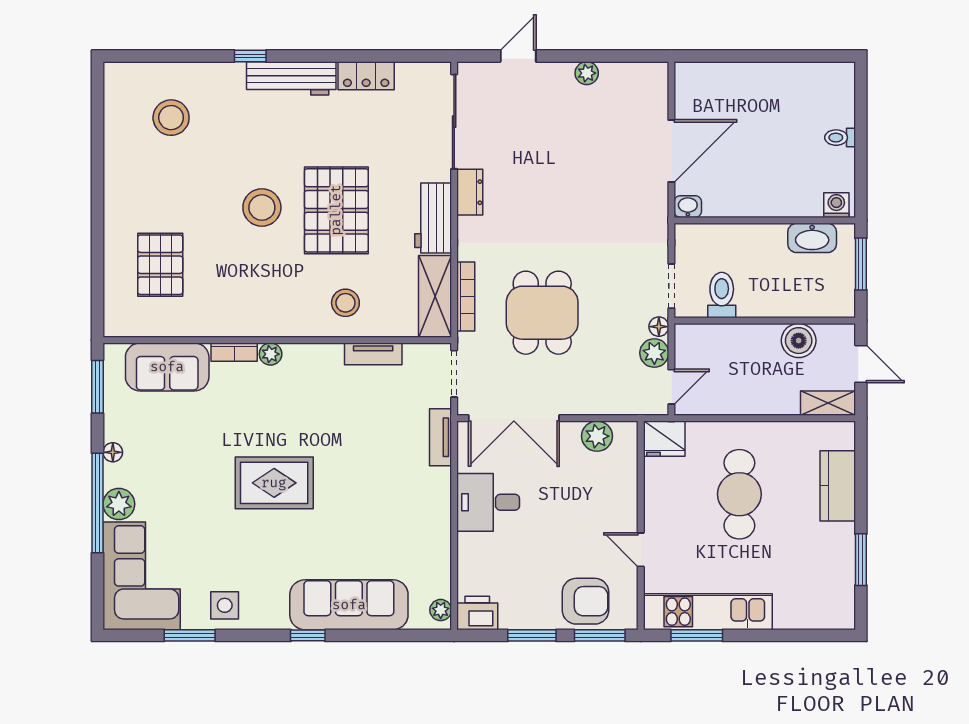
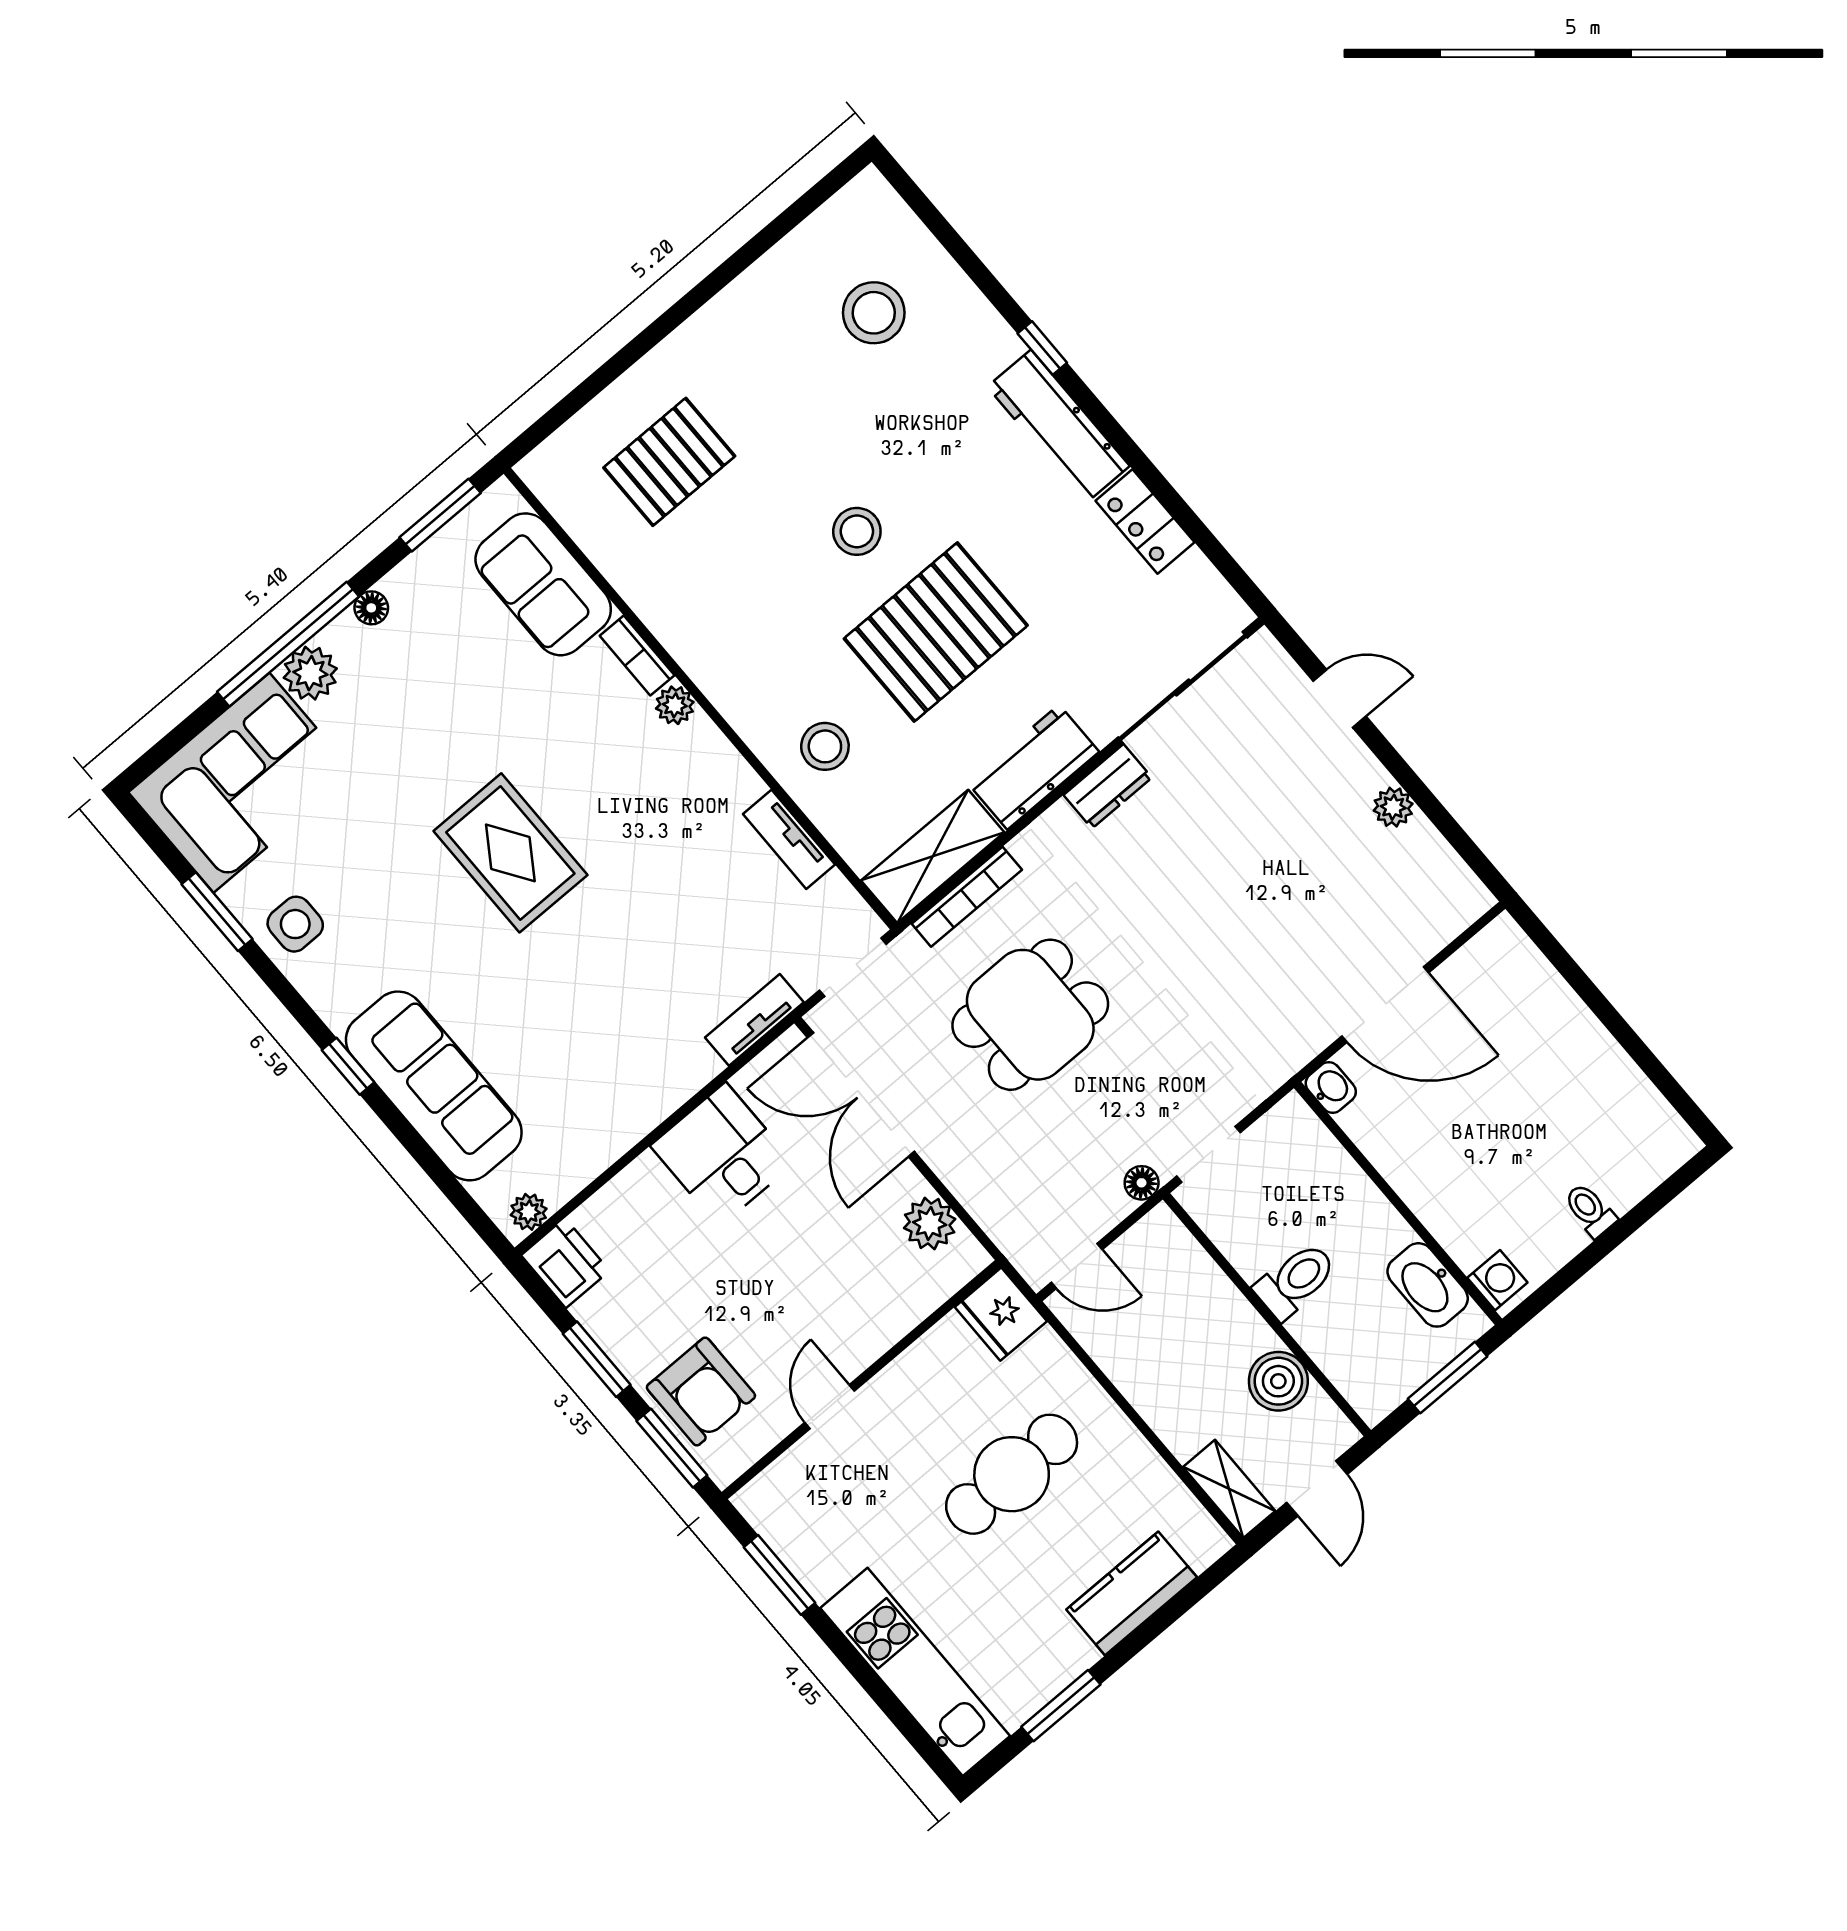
stool: (262, 208) -> (857, 531), width x0.73, depth x0.73
toilet: (722, 295) -> (1296, 1281), moved
plant: (654, 353) -> (1102, 1206), removed
kitchen unit: (708, 612) -> (915, 1672), moved

